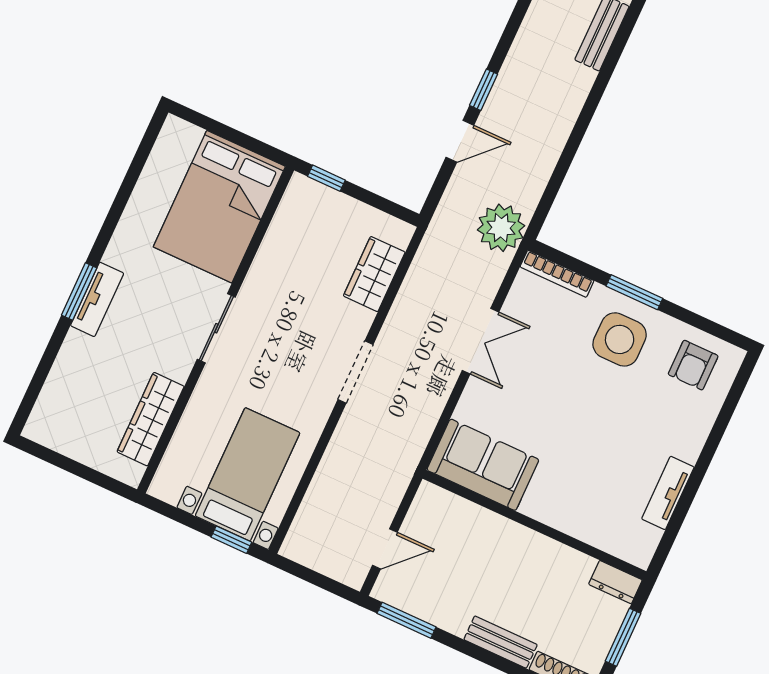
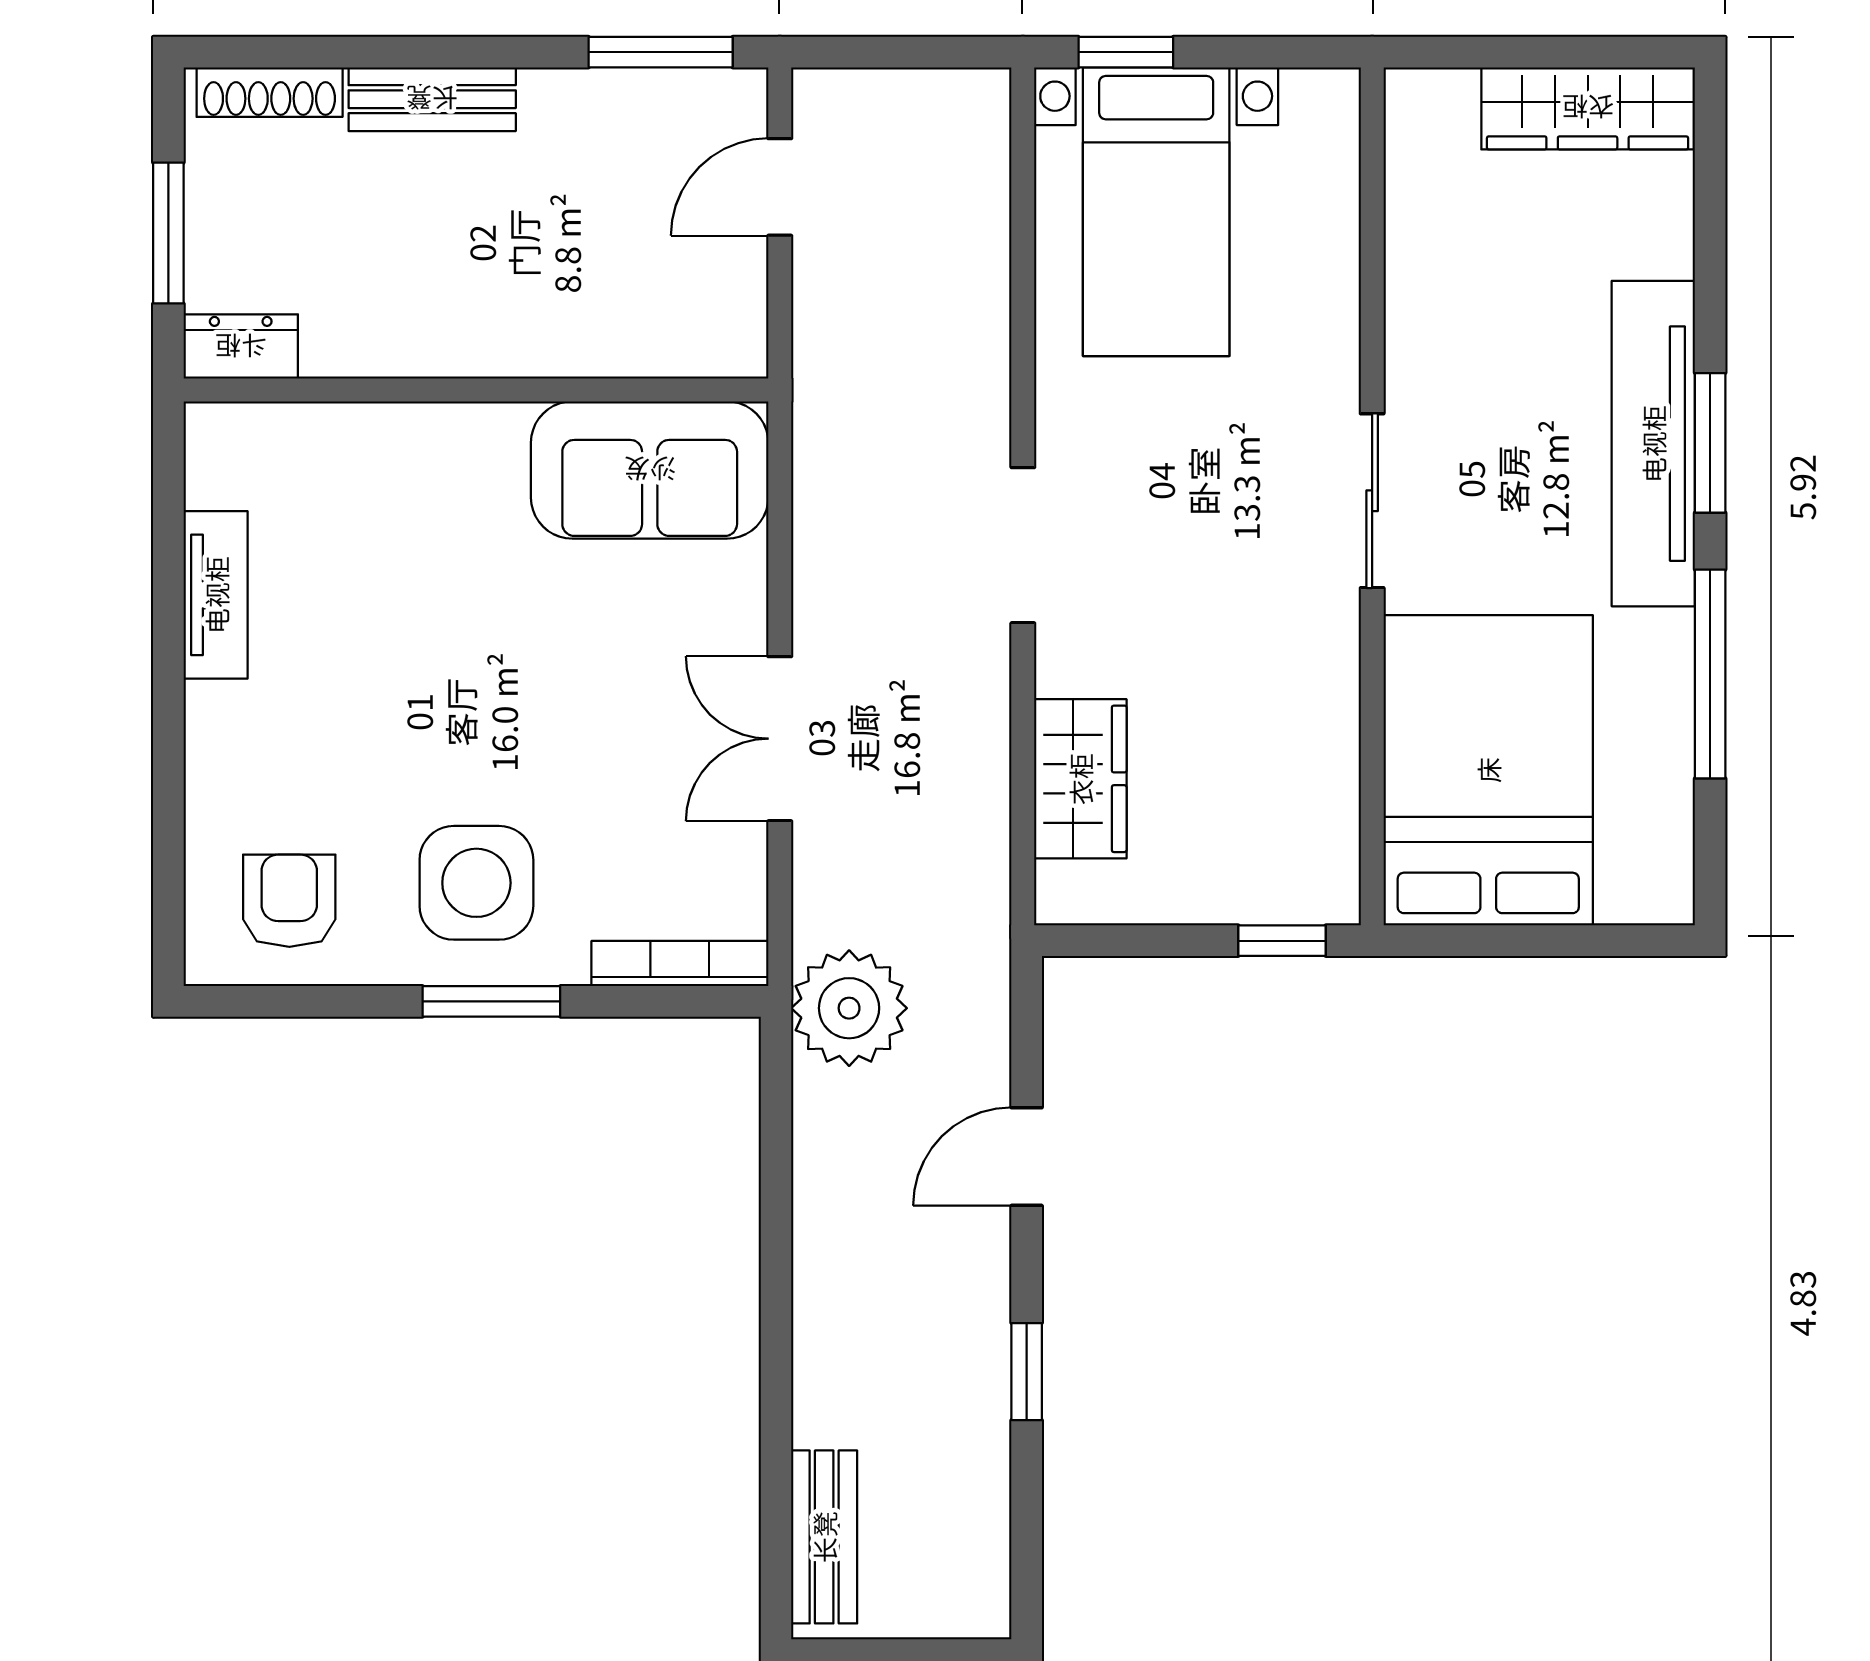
window: (484, 90) -> (1027, 1372), moved
window: (119, 204) -> (1710, 674), added
tv unit: (97, 299) -> (1653, 444), width x1.92, depth x1.29
wardrobe: (151, 419) -> (1588, 108), moved, turned 90

